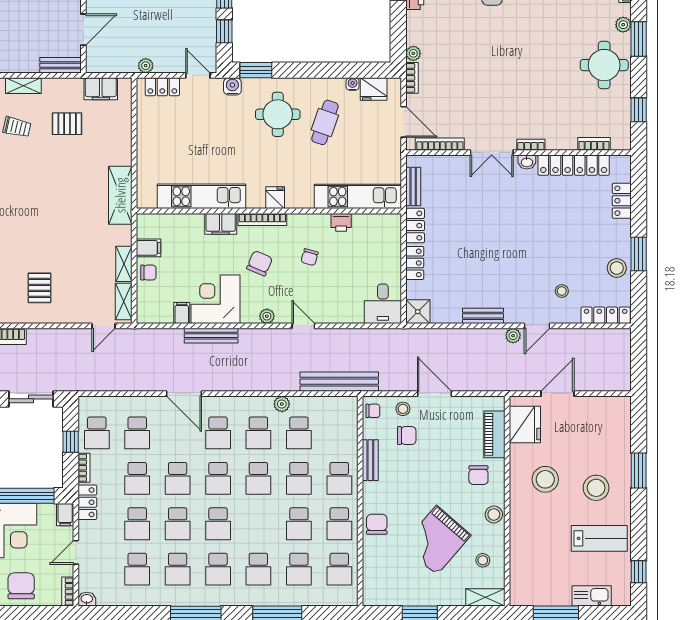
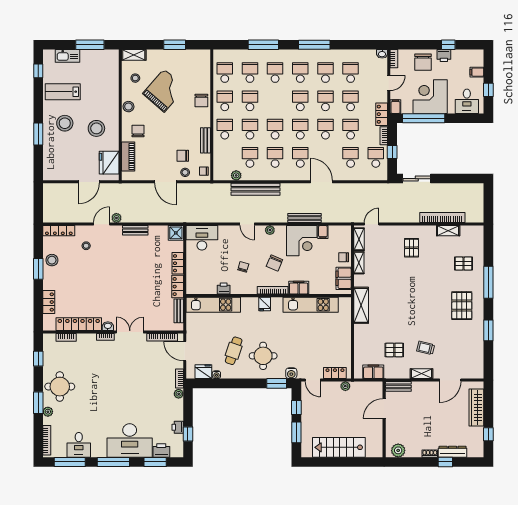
filing cabinet: (149, 248) -> (344, 278), width x2.00
desk: (383, 304) -> (202, 238), width x1.37
bench: (339, 382) -> (255, 189), moved
plant: (282, 404) -> (236, 175), moved

